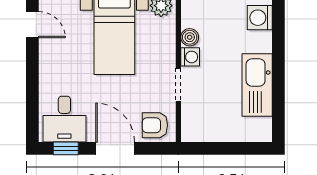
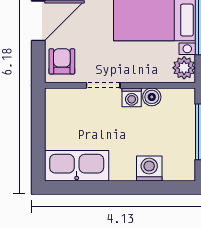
washing machine: (260, 18) -> (149, 169), moved
kitchen sink: (257, 85) -> (77, 166), moved

